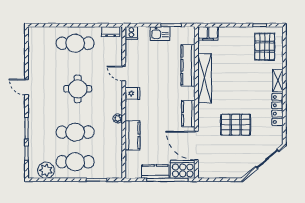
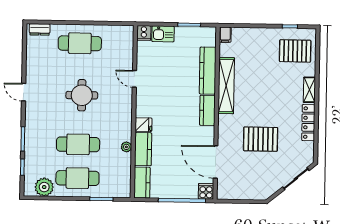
dresser: (111, 32) -> (40, 29), moved
filing cabinet: (208, 33) -> (225, 35), width x0.50
kitchen sink: (160, 34) -> (163, 34), moved
pallet: (265, 47) -> (295, 51), turned 90
fridge: (132, 93) -> (144, 125), moved
kitchen counter: (188, 114) -> (207, 110), moved
plant: (118, 118) -> (126, 147), moved
cooker: (183, 169) -> (206, 191), width x0.53, depth x0.76
kitchen counter: (155, 172) -> (142, 183), moved, turned 90

